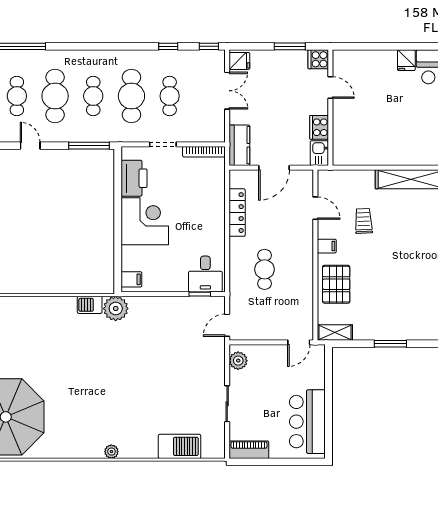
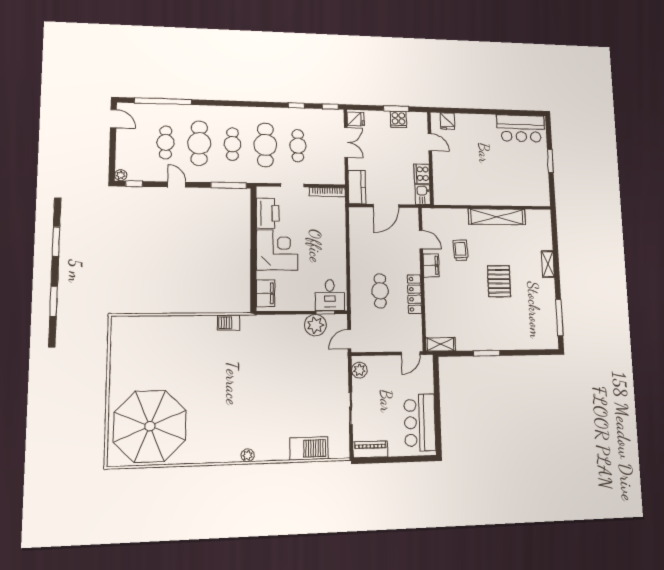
cooker: (318, 59) -> (398, 119), moved, turned -90
fridge: (406, 60) -> (447, 121), moved
locker: (237, 213) -> (414, 294), moved, turned 180
filing cabinet: (327, 246) -> (431, 265), width x2.00
filing cabinet: (131, 279) -> (266, 293), width x2.00
pallet: (336, 284) -> (499, 281), moved
plant: (116, 309) -> (315, 325), moved

